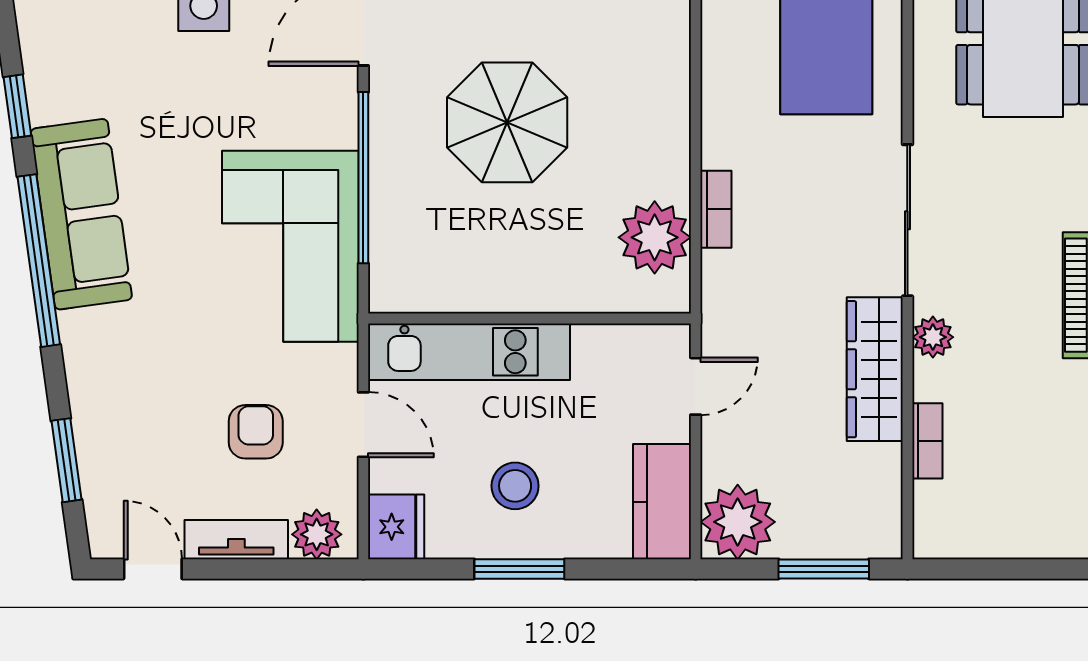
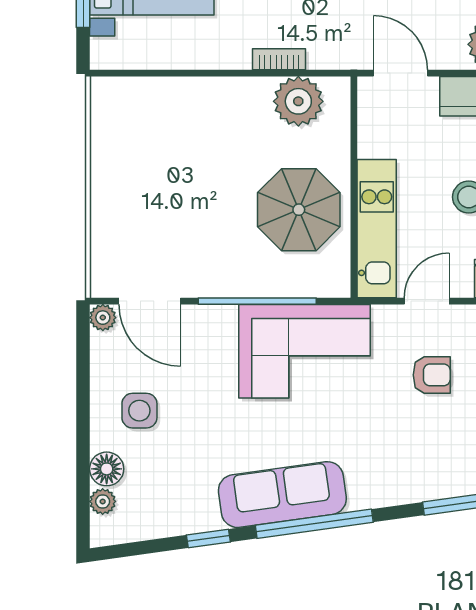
parasol: (507, 122) -> (299, 210), moved
door: (696, 386) -> (400, 73), width x1.38
armchair: (256, 432) -> (432, 375), turned 180

